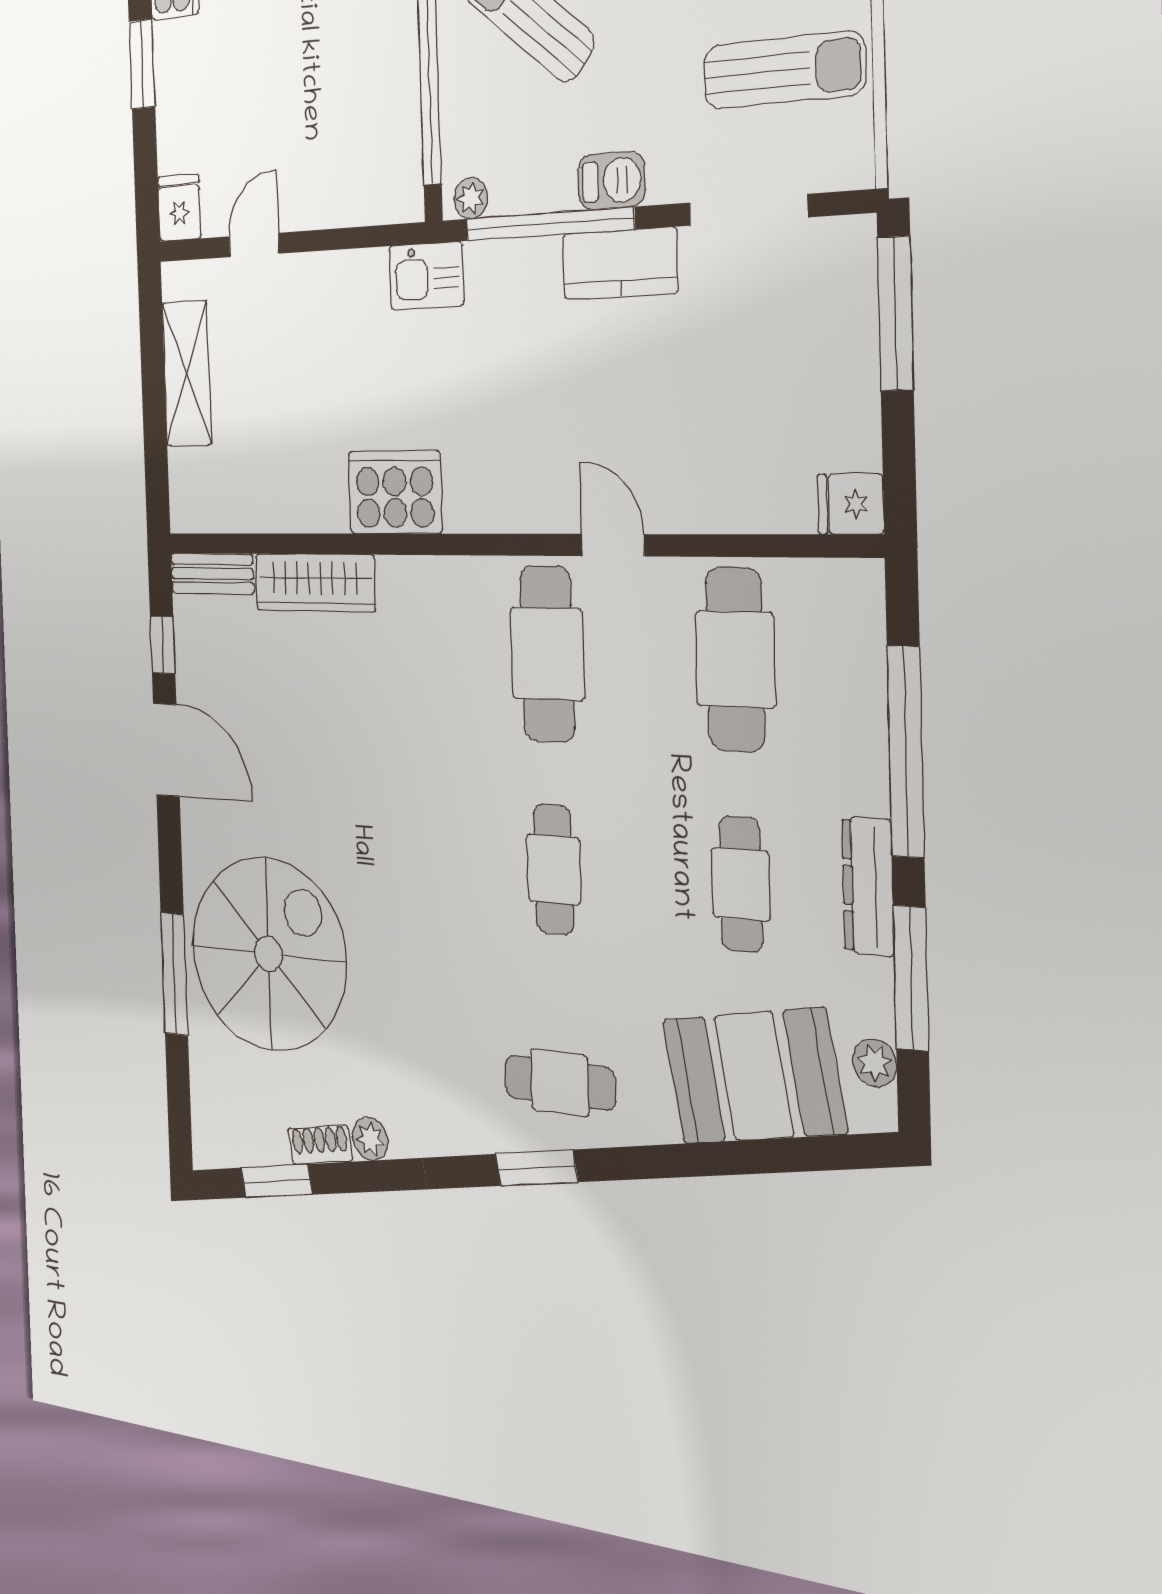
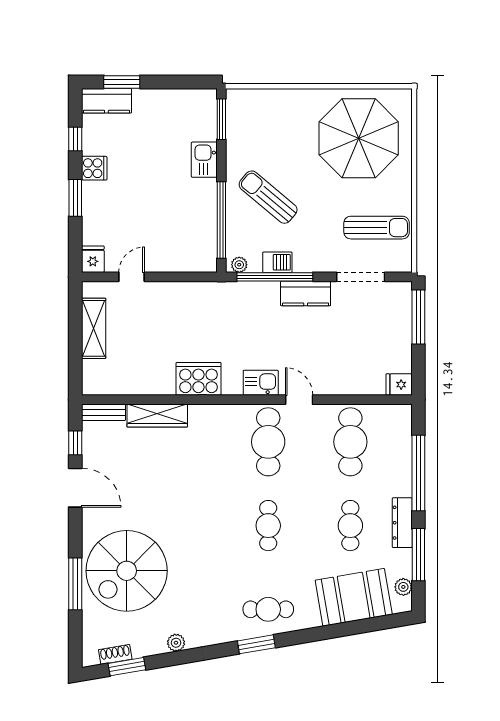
barbecue: (611, 181) -> (277, 262), moved
kitchen sink: (426, 276) -> (261, 383), moved, turned 180
spiral stairs: (269, 954) -> (127, 571), turned 180
shoe rack: (320, 1145) -> (115, 654), moved

